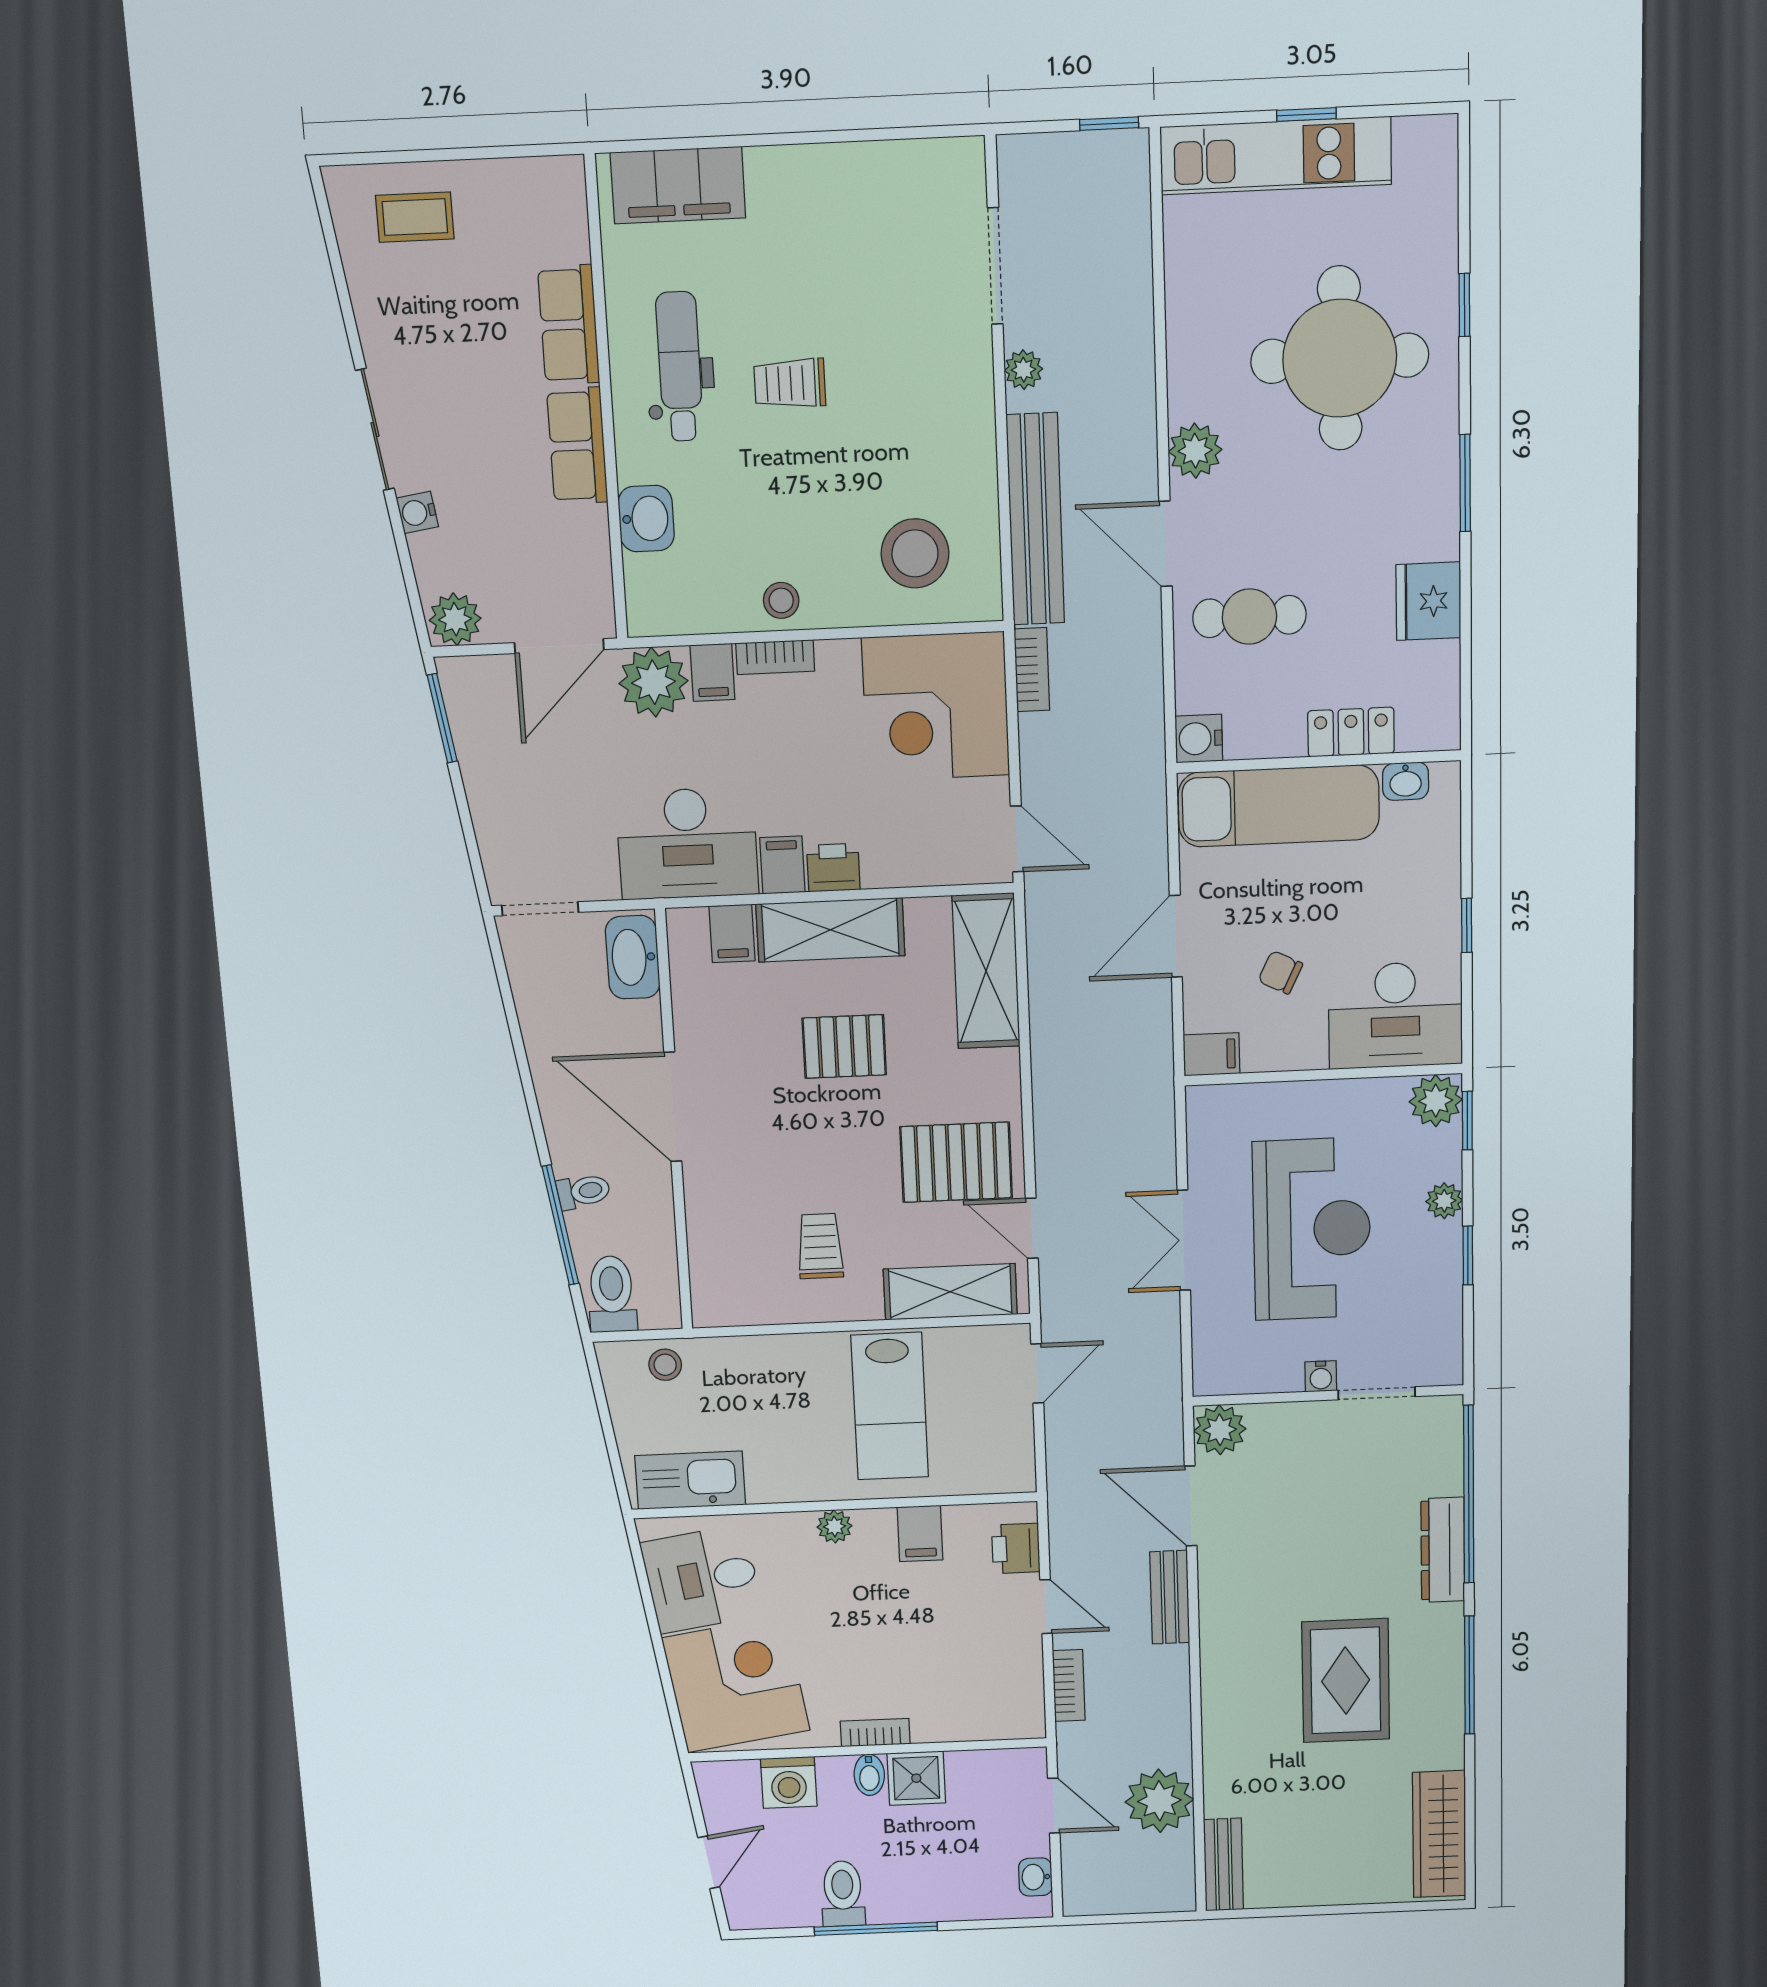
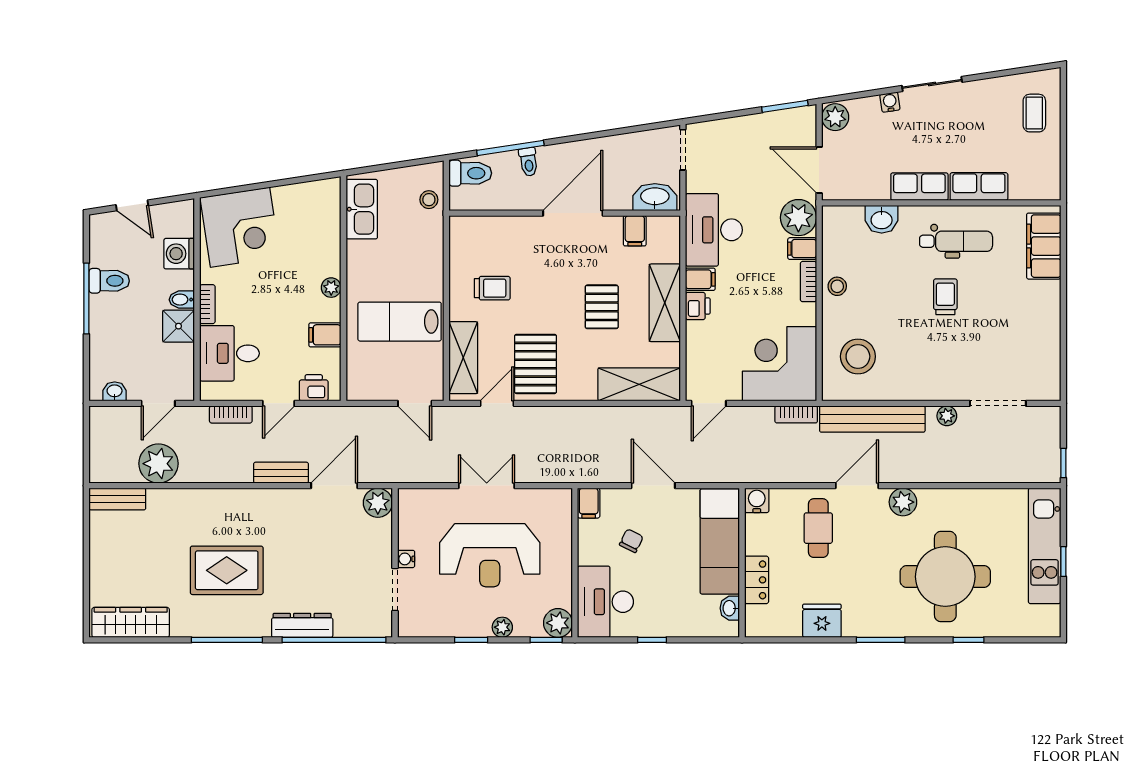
filing cabinet: (732, 933) -> (635, 231), moved, turned -90
desk: (702, 1579) -> (229, 353), moved, turned -81

